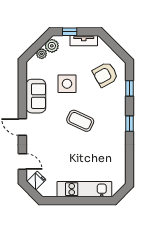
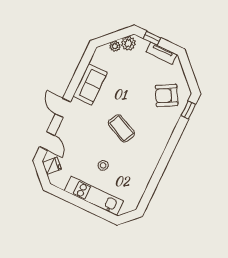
side table: (67, 84) -> (126, 87), removed
window: (130, 88) -> (188, 110), moved
window: (130, 124) -> (167, 154), removed
stool: (80, 160) -> (103, 165), added

